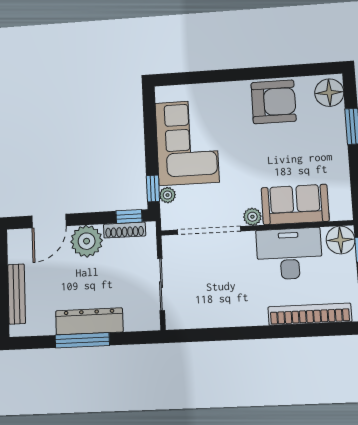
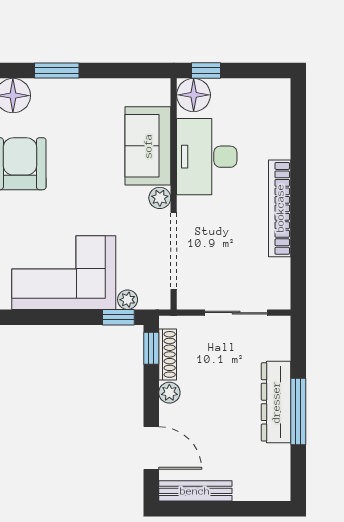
plant: (87, 241) -> (169, 393), width x0.53, depth x0.53
bench: (17, 294) -> (195, 491), moved
bookcase: (310, 314) -> (280, 208), moved

